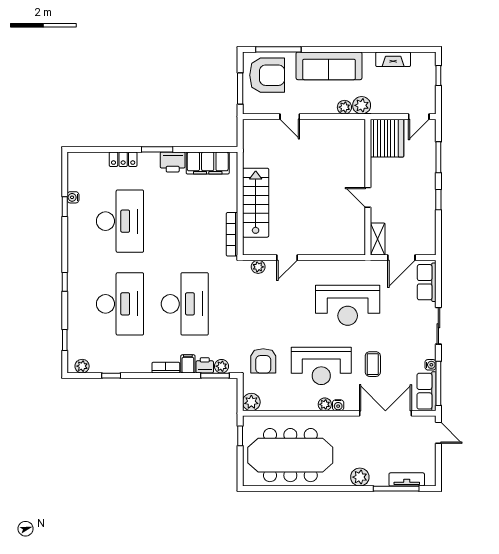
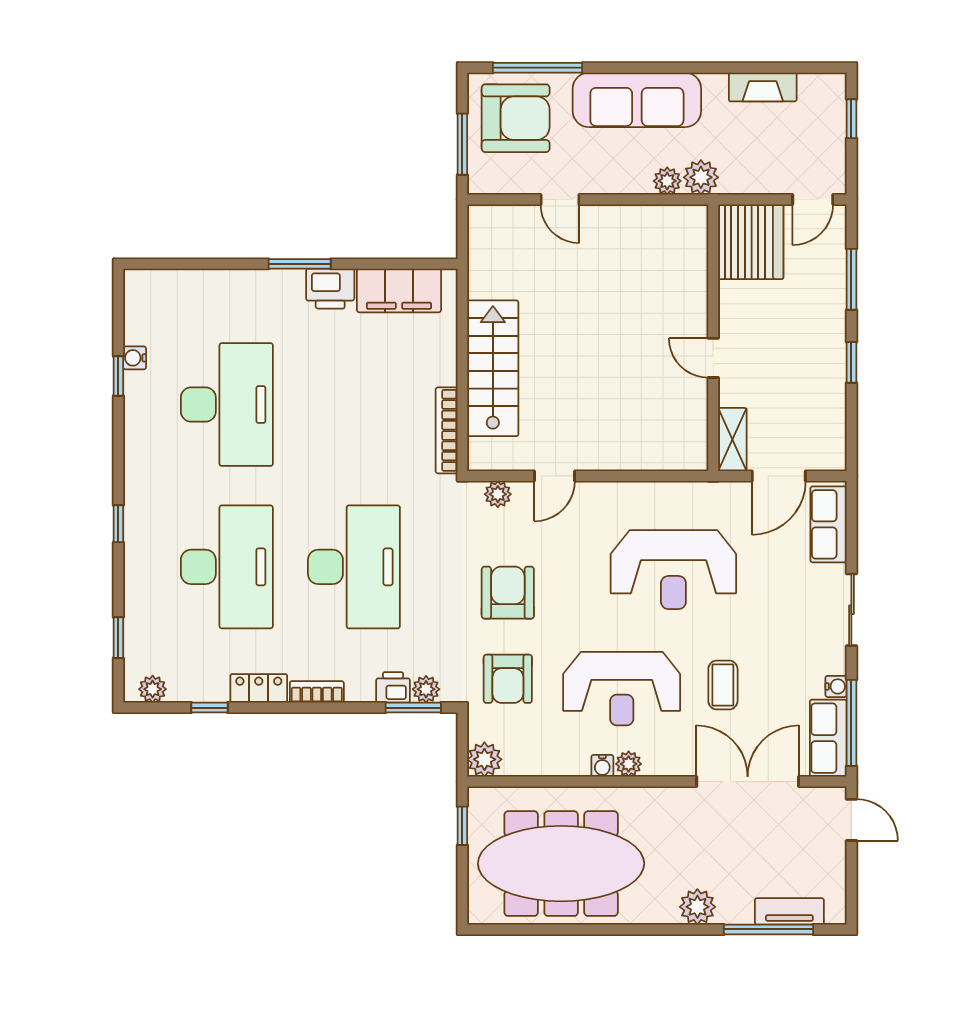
locker: (123, 159) -> (259, 688), moved, turned 180
armchair: (263, 317) -> (508, 593), added
filing cabinet: (188, 364) -> (360, 685), removed
water cooler: (338, 405) -> (602, 766), moved

